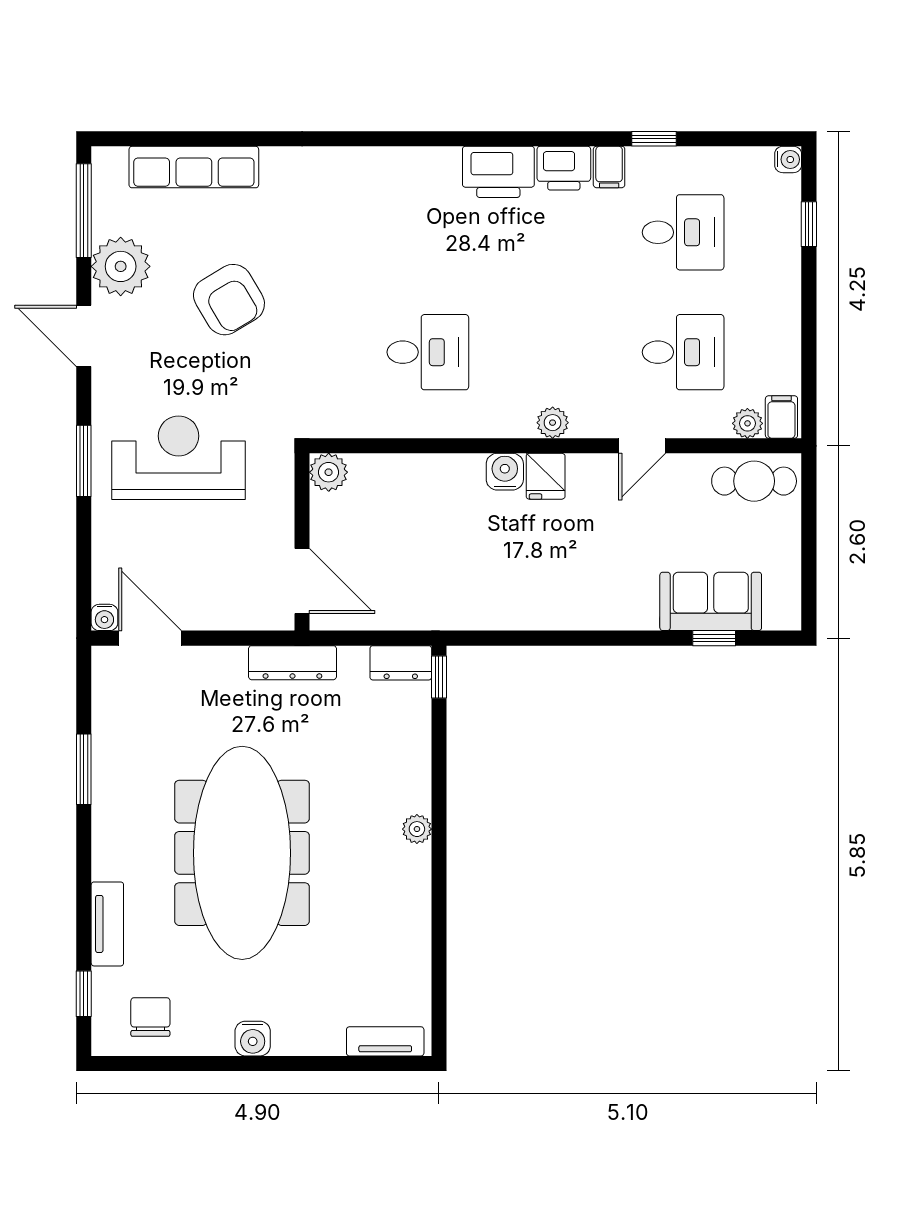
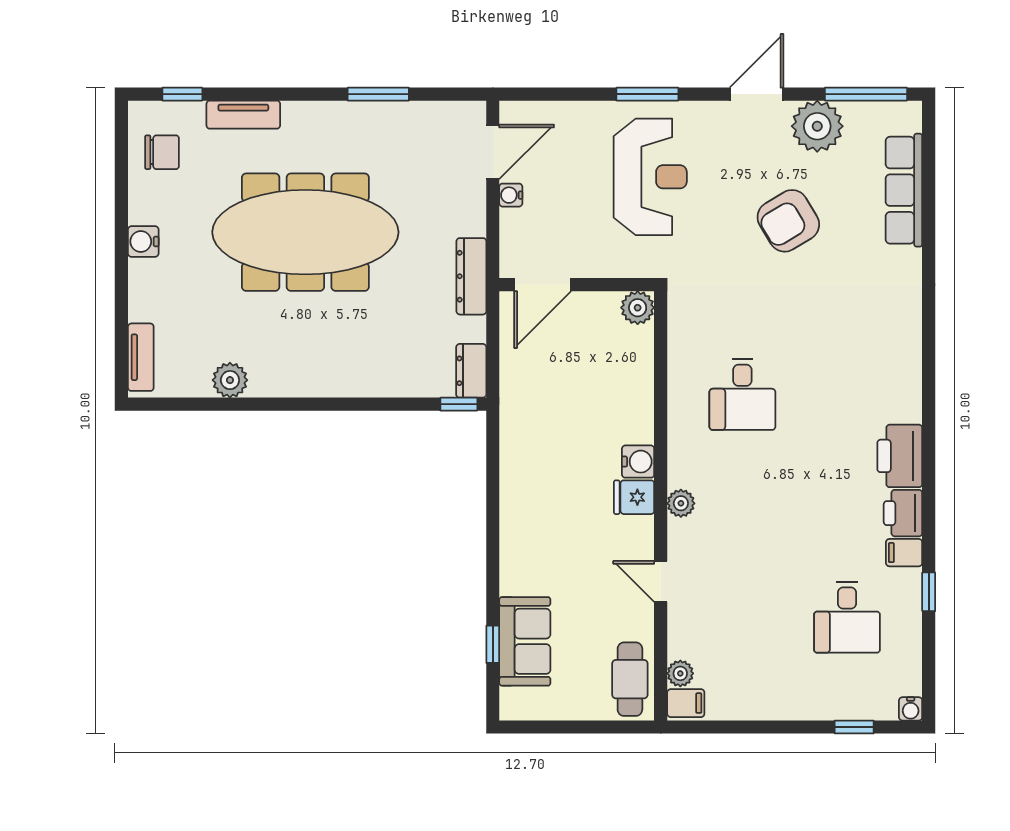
desk: (683, 352) -> (742, 617), removed
water cooler: (104, 617) -> (511, 195), moved
plant: (417, 829) -> (230, 380), moved, width x1.38, depth x1.38

